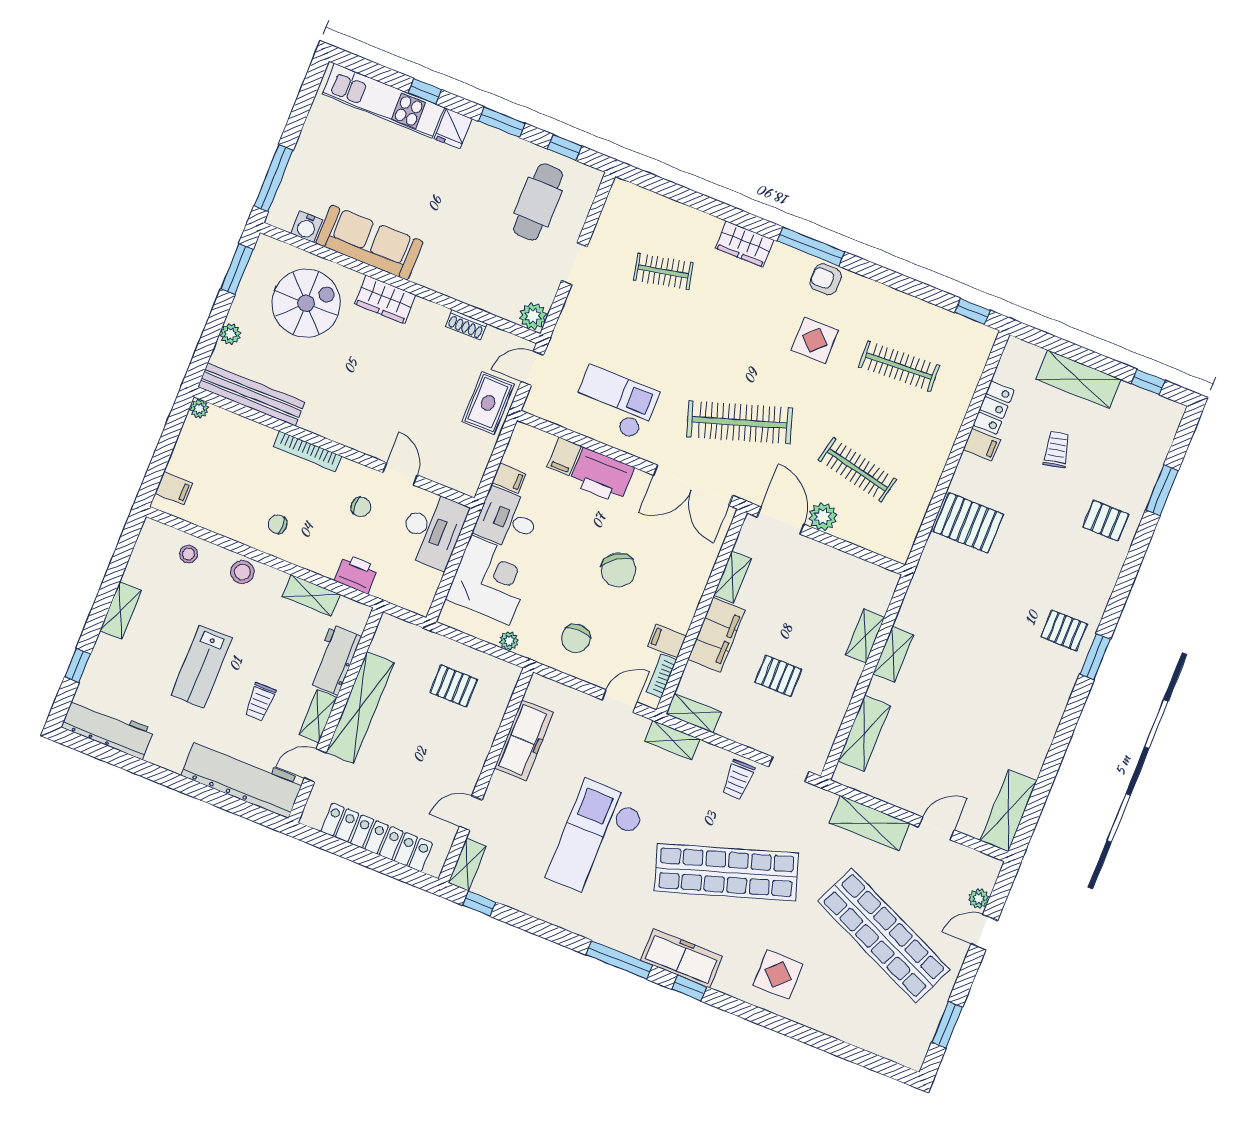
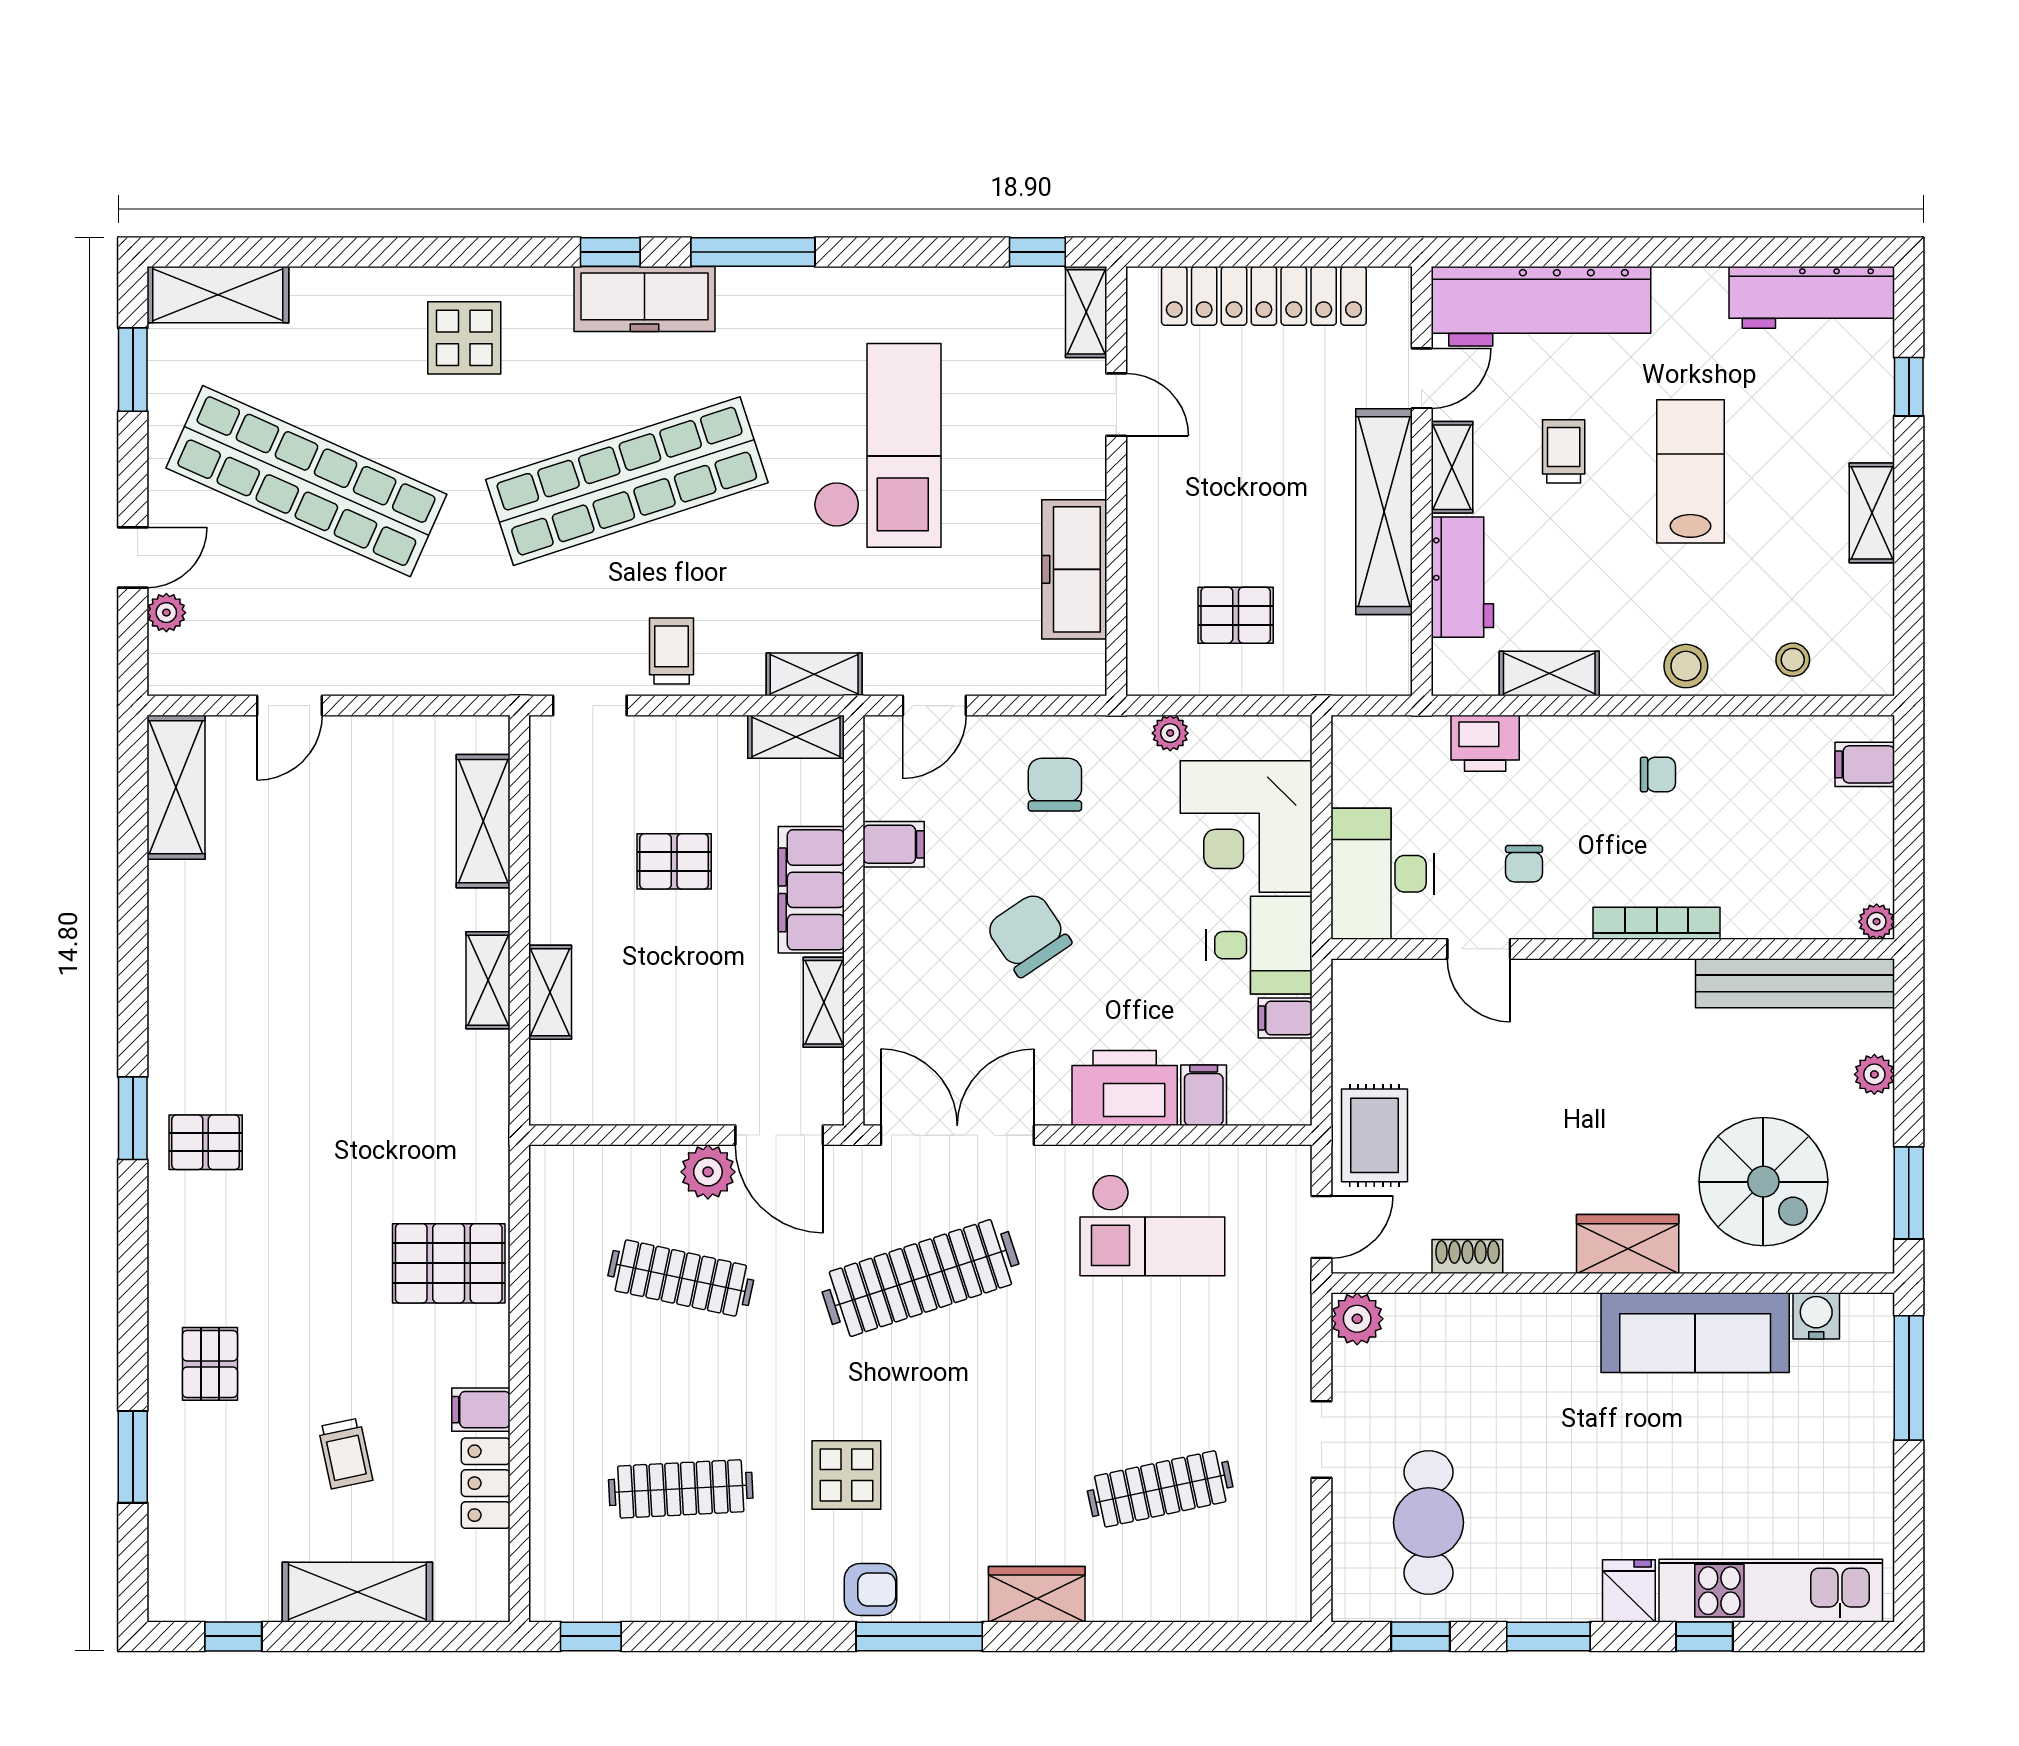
clothes rail: (663, 271) -> (1160, 1489), width x1.36
spiral stairs: (306, 303) -> (1763, 1182), turned -90
chair: (361, 507) -> (1524, 864), turned -90
pallet: (1106, 521) -> (210, 1364), turned 90
bookcase: (661, 676) -> (879, 779), removed
door: (471, 813) -> (1116, 405), hinge flipped
shelving: (870, 823) -> (218, 295), moved

